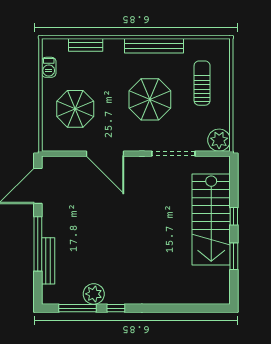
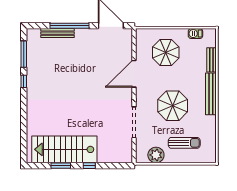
bench: (154, 46) -> (211, 94), moved
plant: (219, 140) -> (156, 155), moved
stairs: (211, 219) -> (64, 149), moved
plant: (94, 294) -> (34, 66), removed

